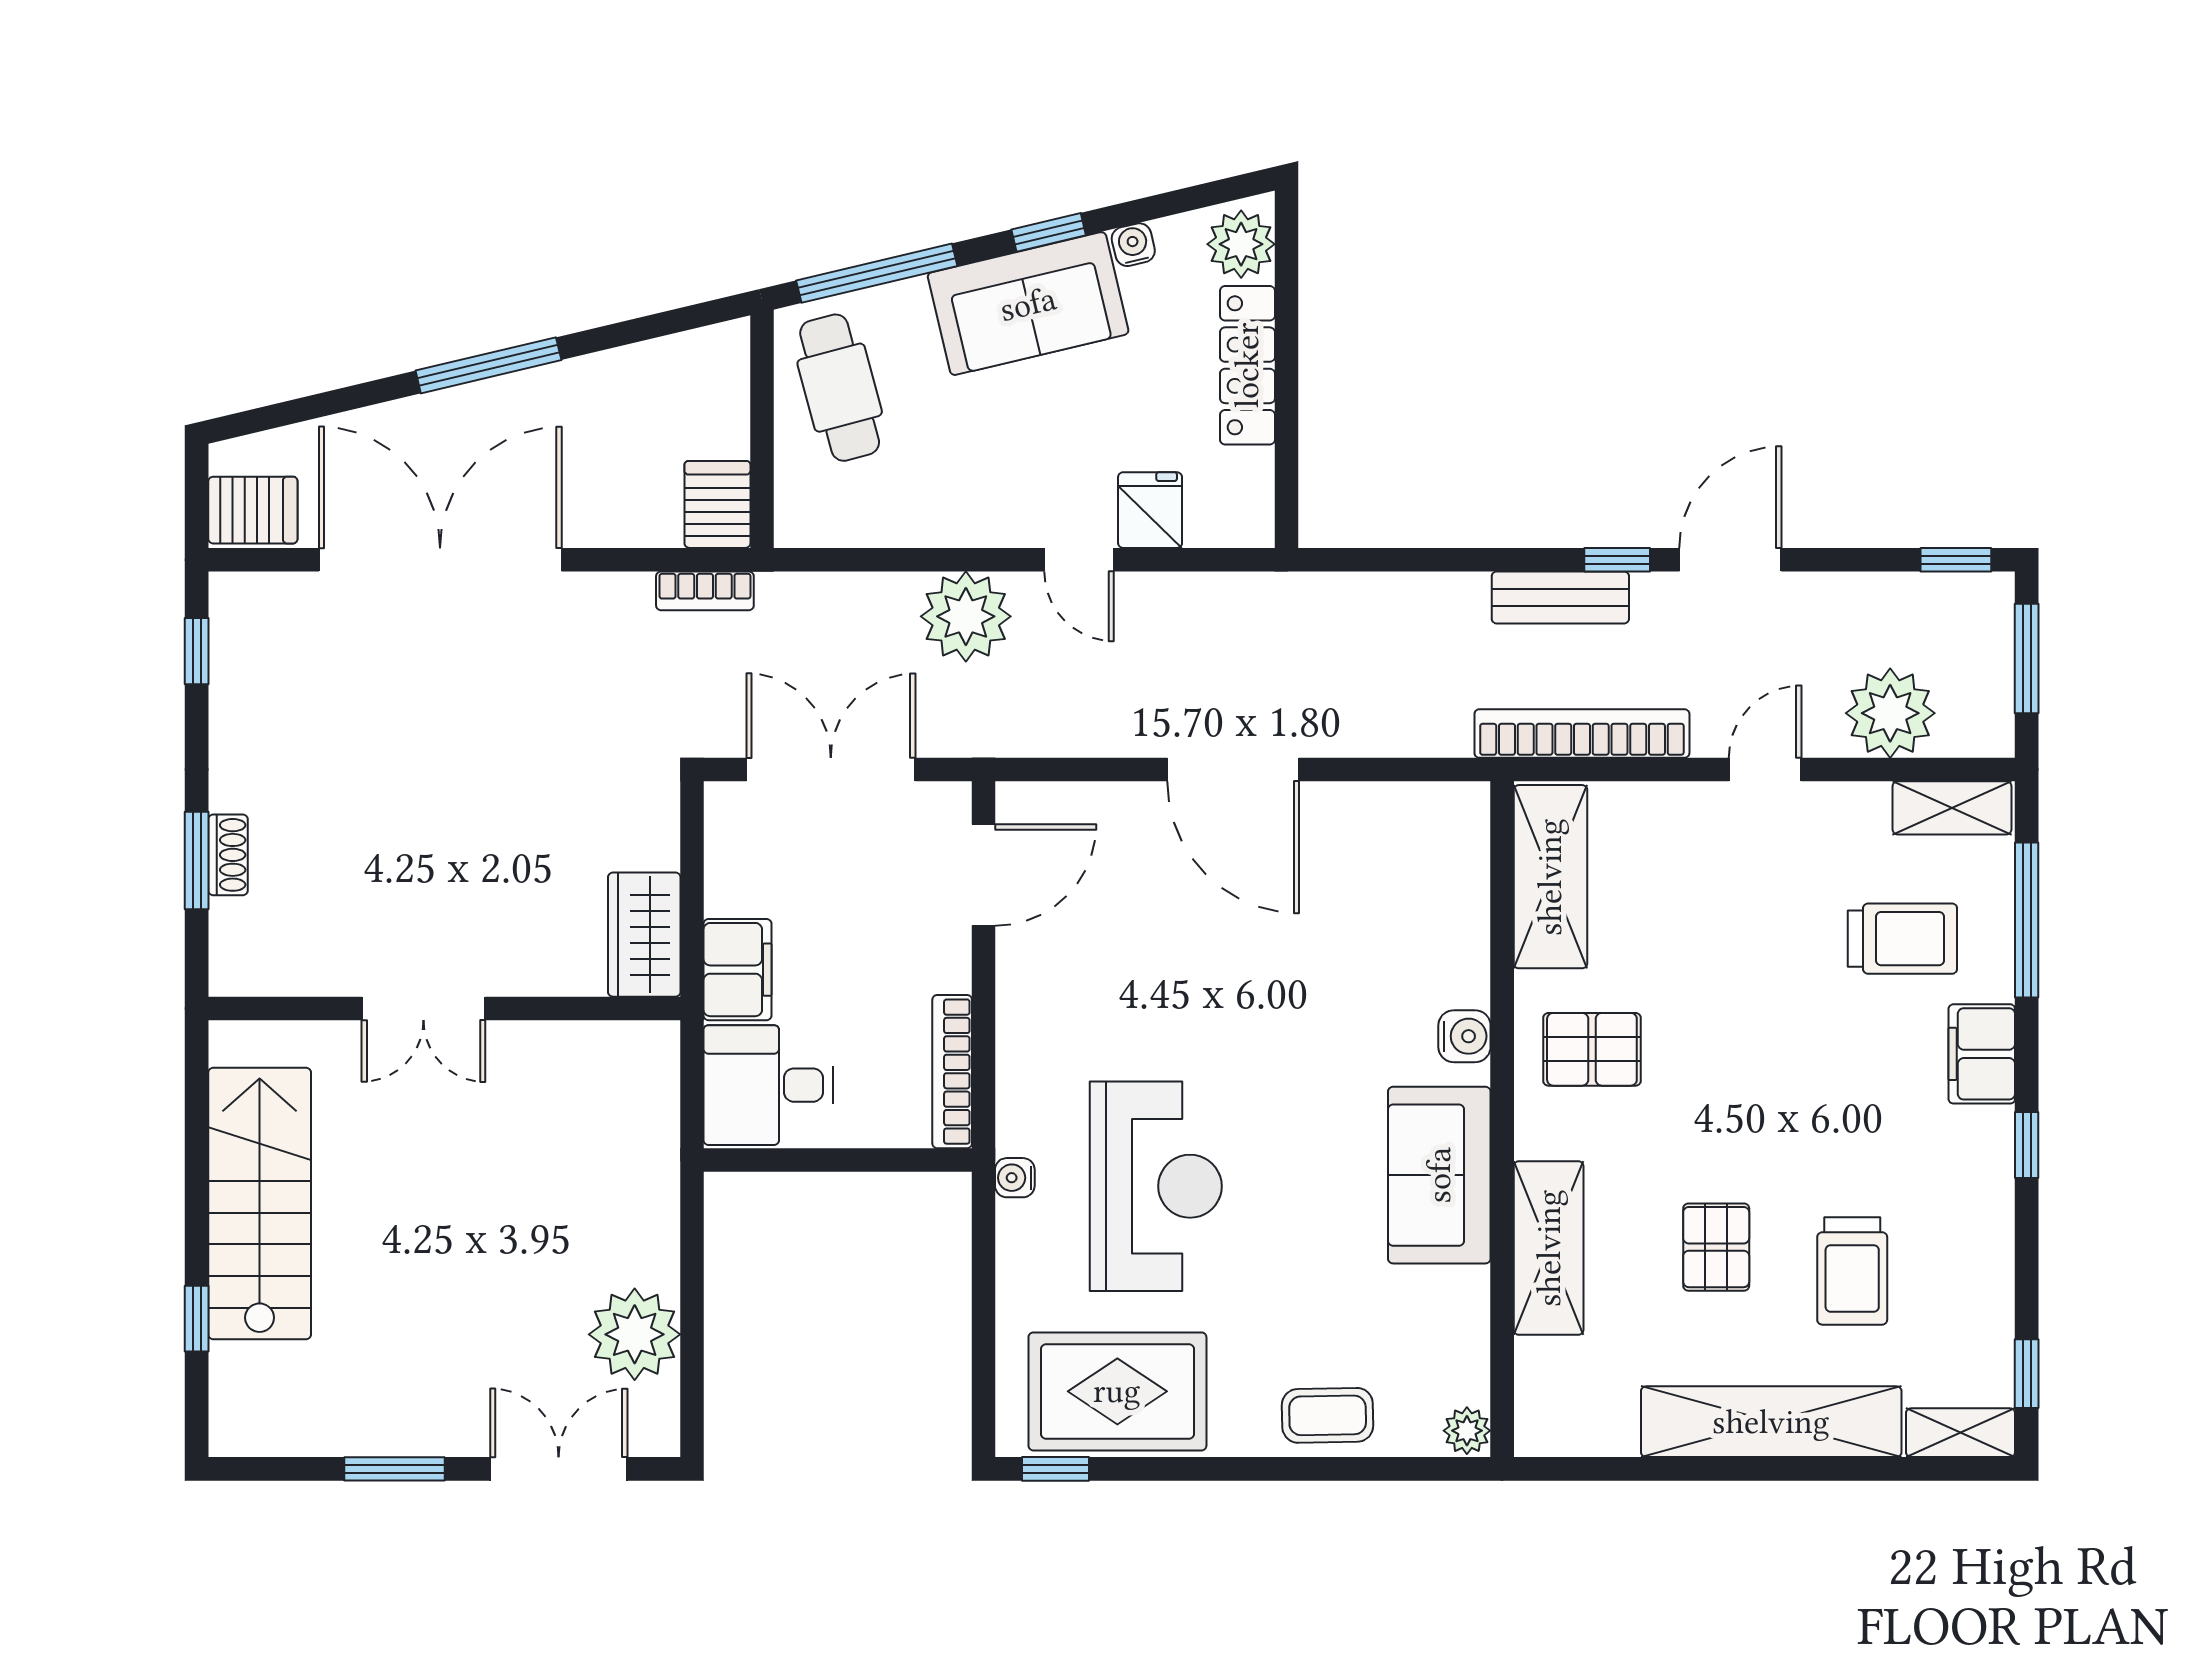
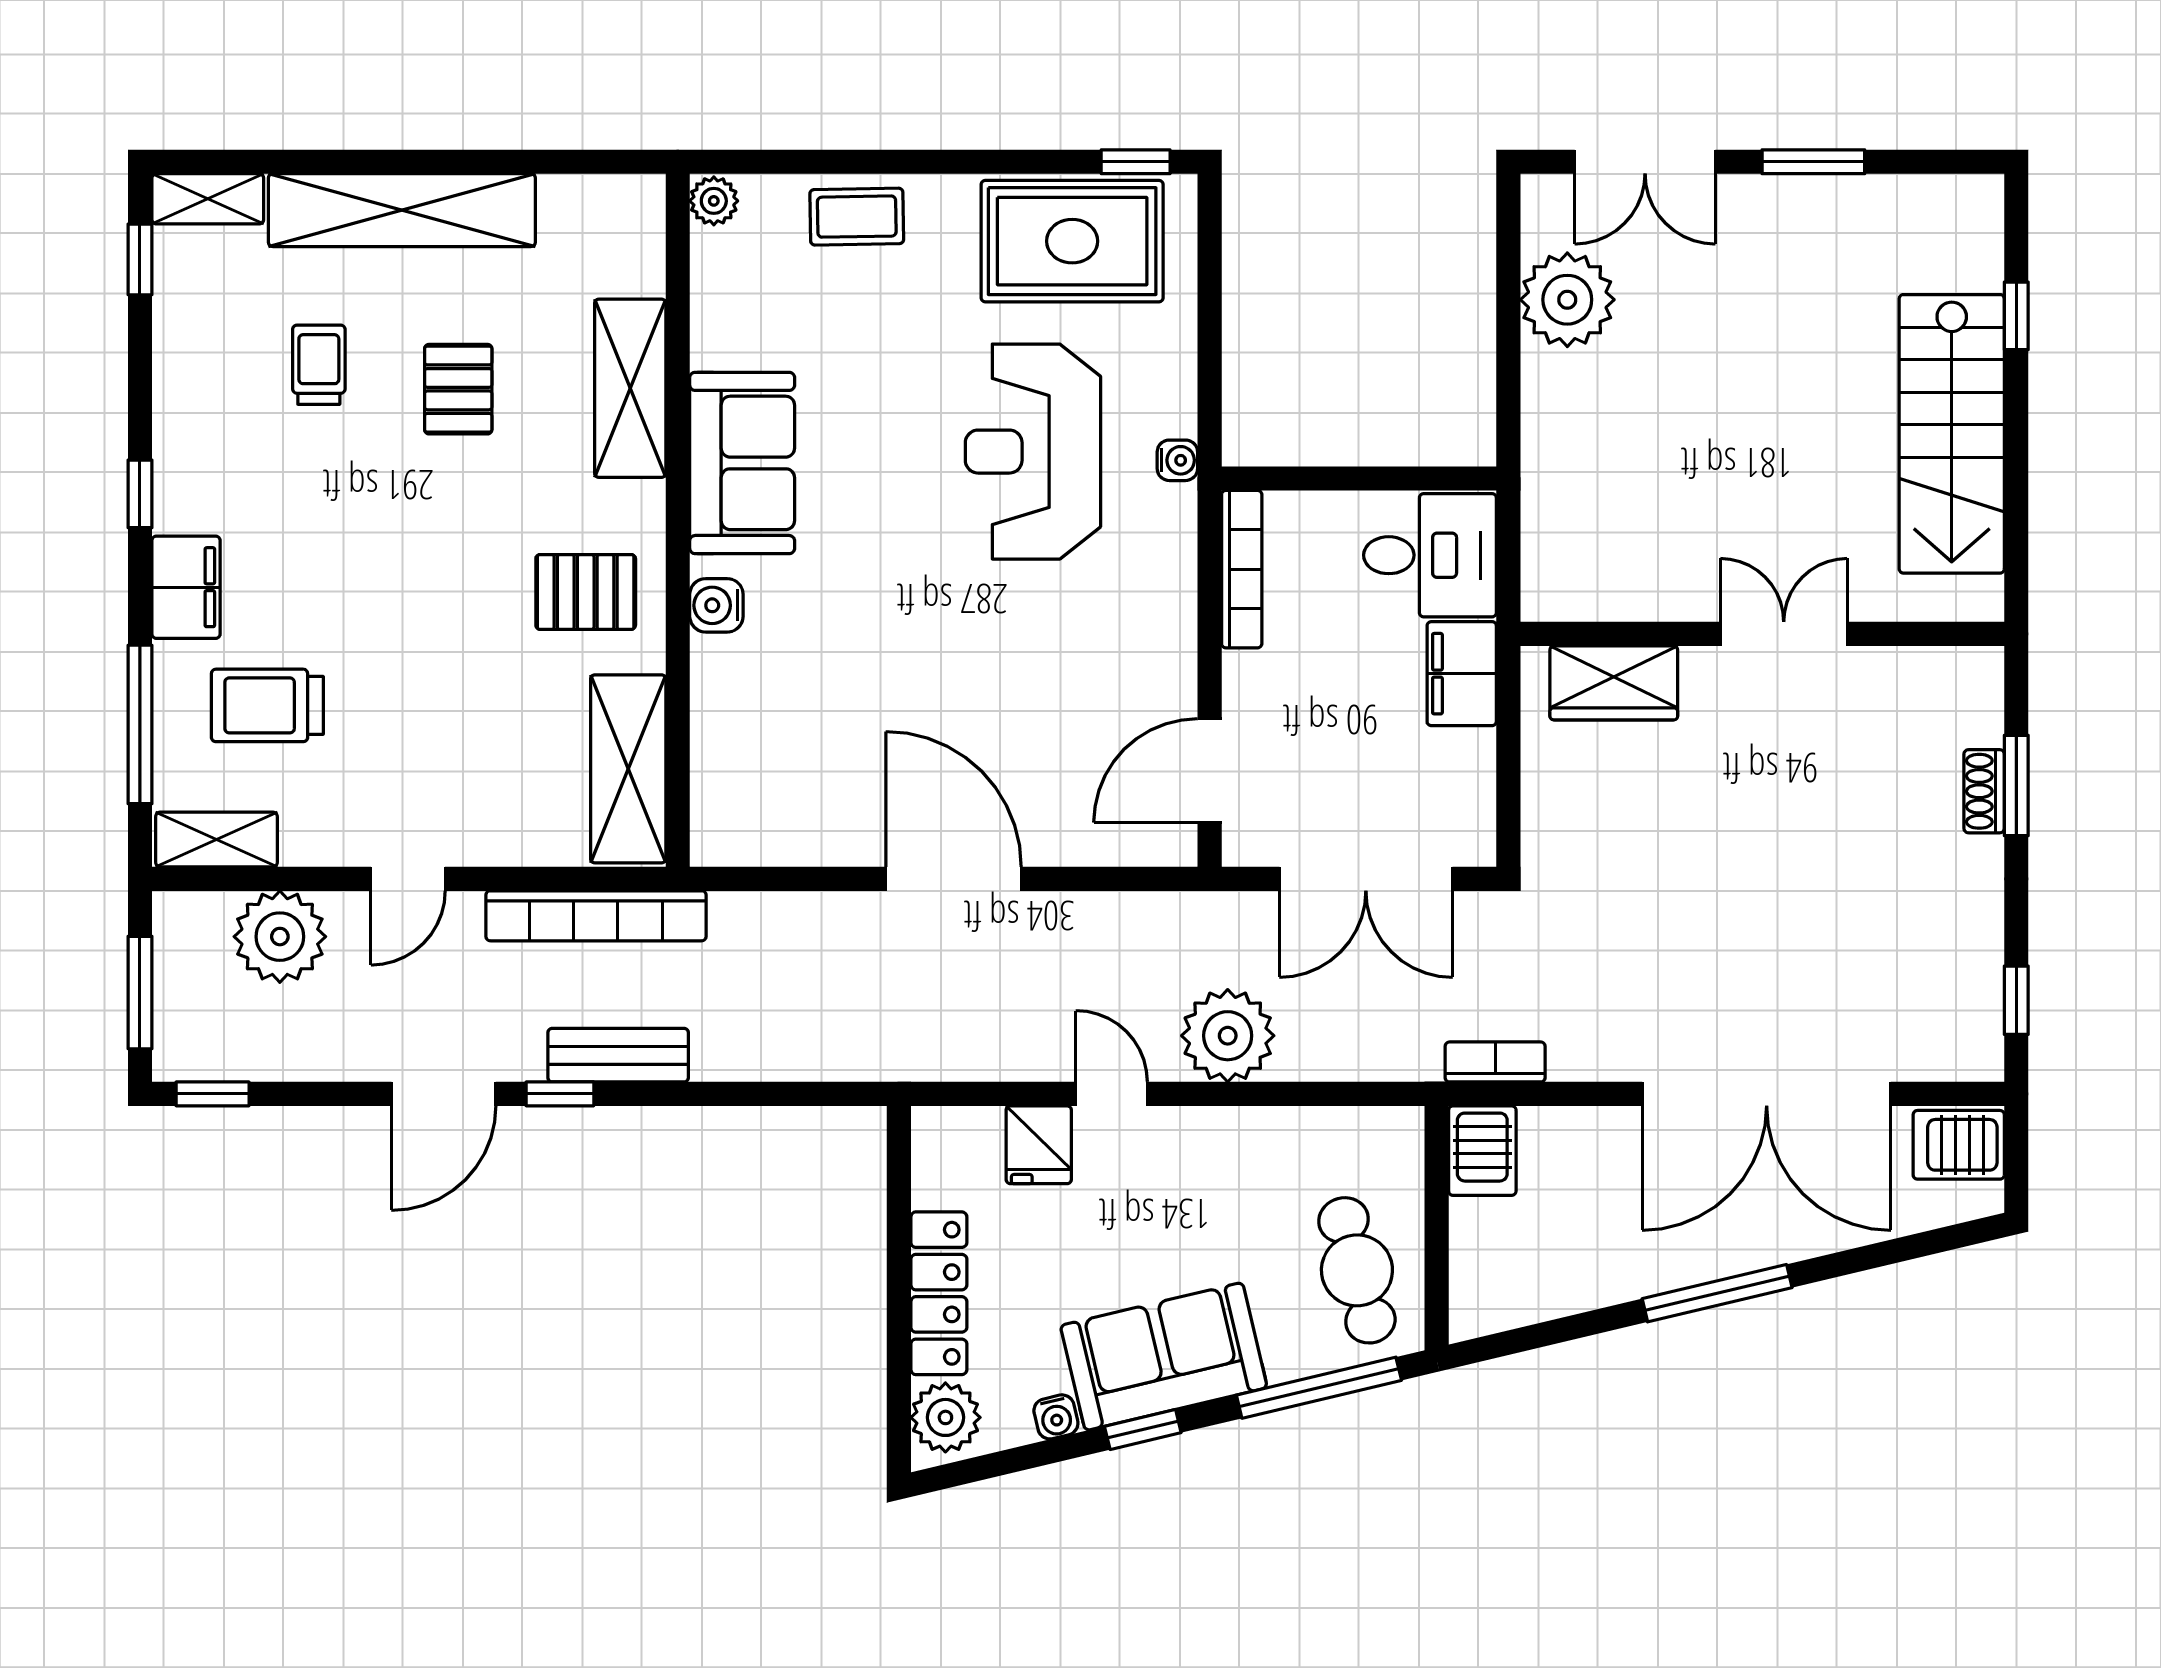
wardrobe: (644, 935) -> (1614, 683), moved, turned 90
trolley: (1852, 1271) -> (319, 365), width x0.73, depth x0.72

